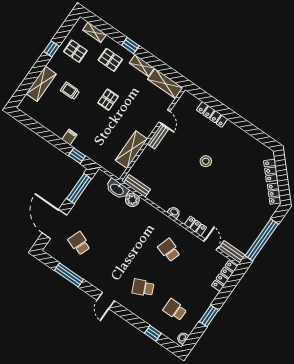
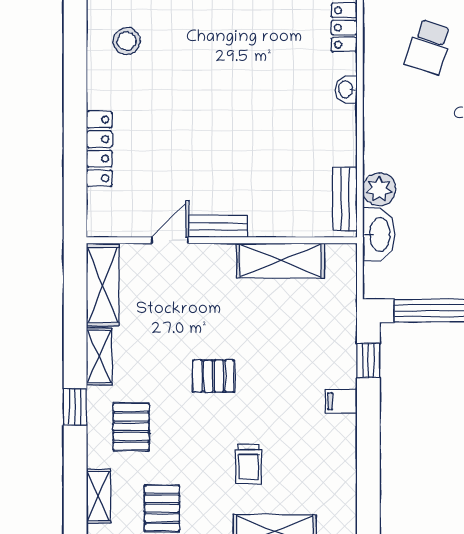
stool: (206, 161) -> (127, 41), moved

